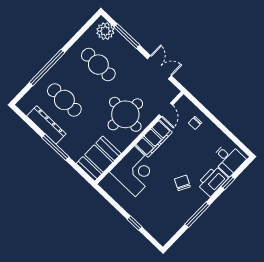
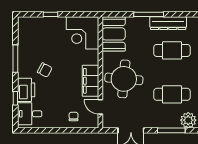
corner desk: (135, 171) -> (83, 33), moved

